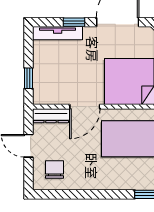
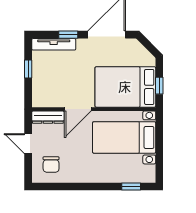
window: (29, 78) -> (28, 69), moved
chair: (55, 169) -> (51, 165), turned 180

